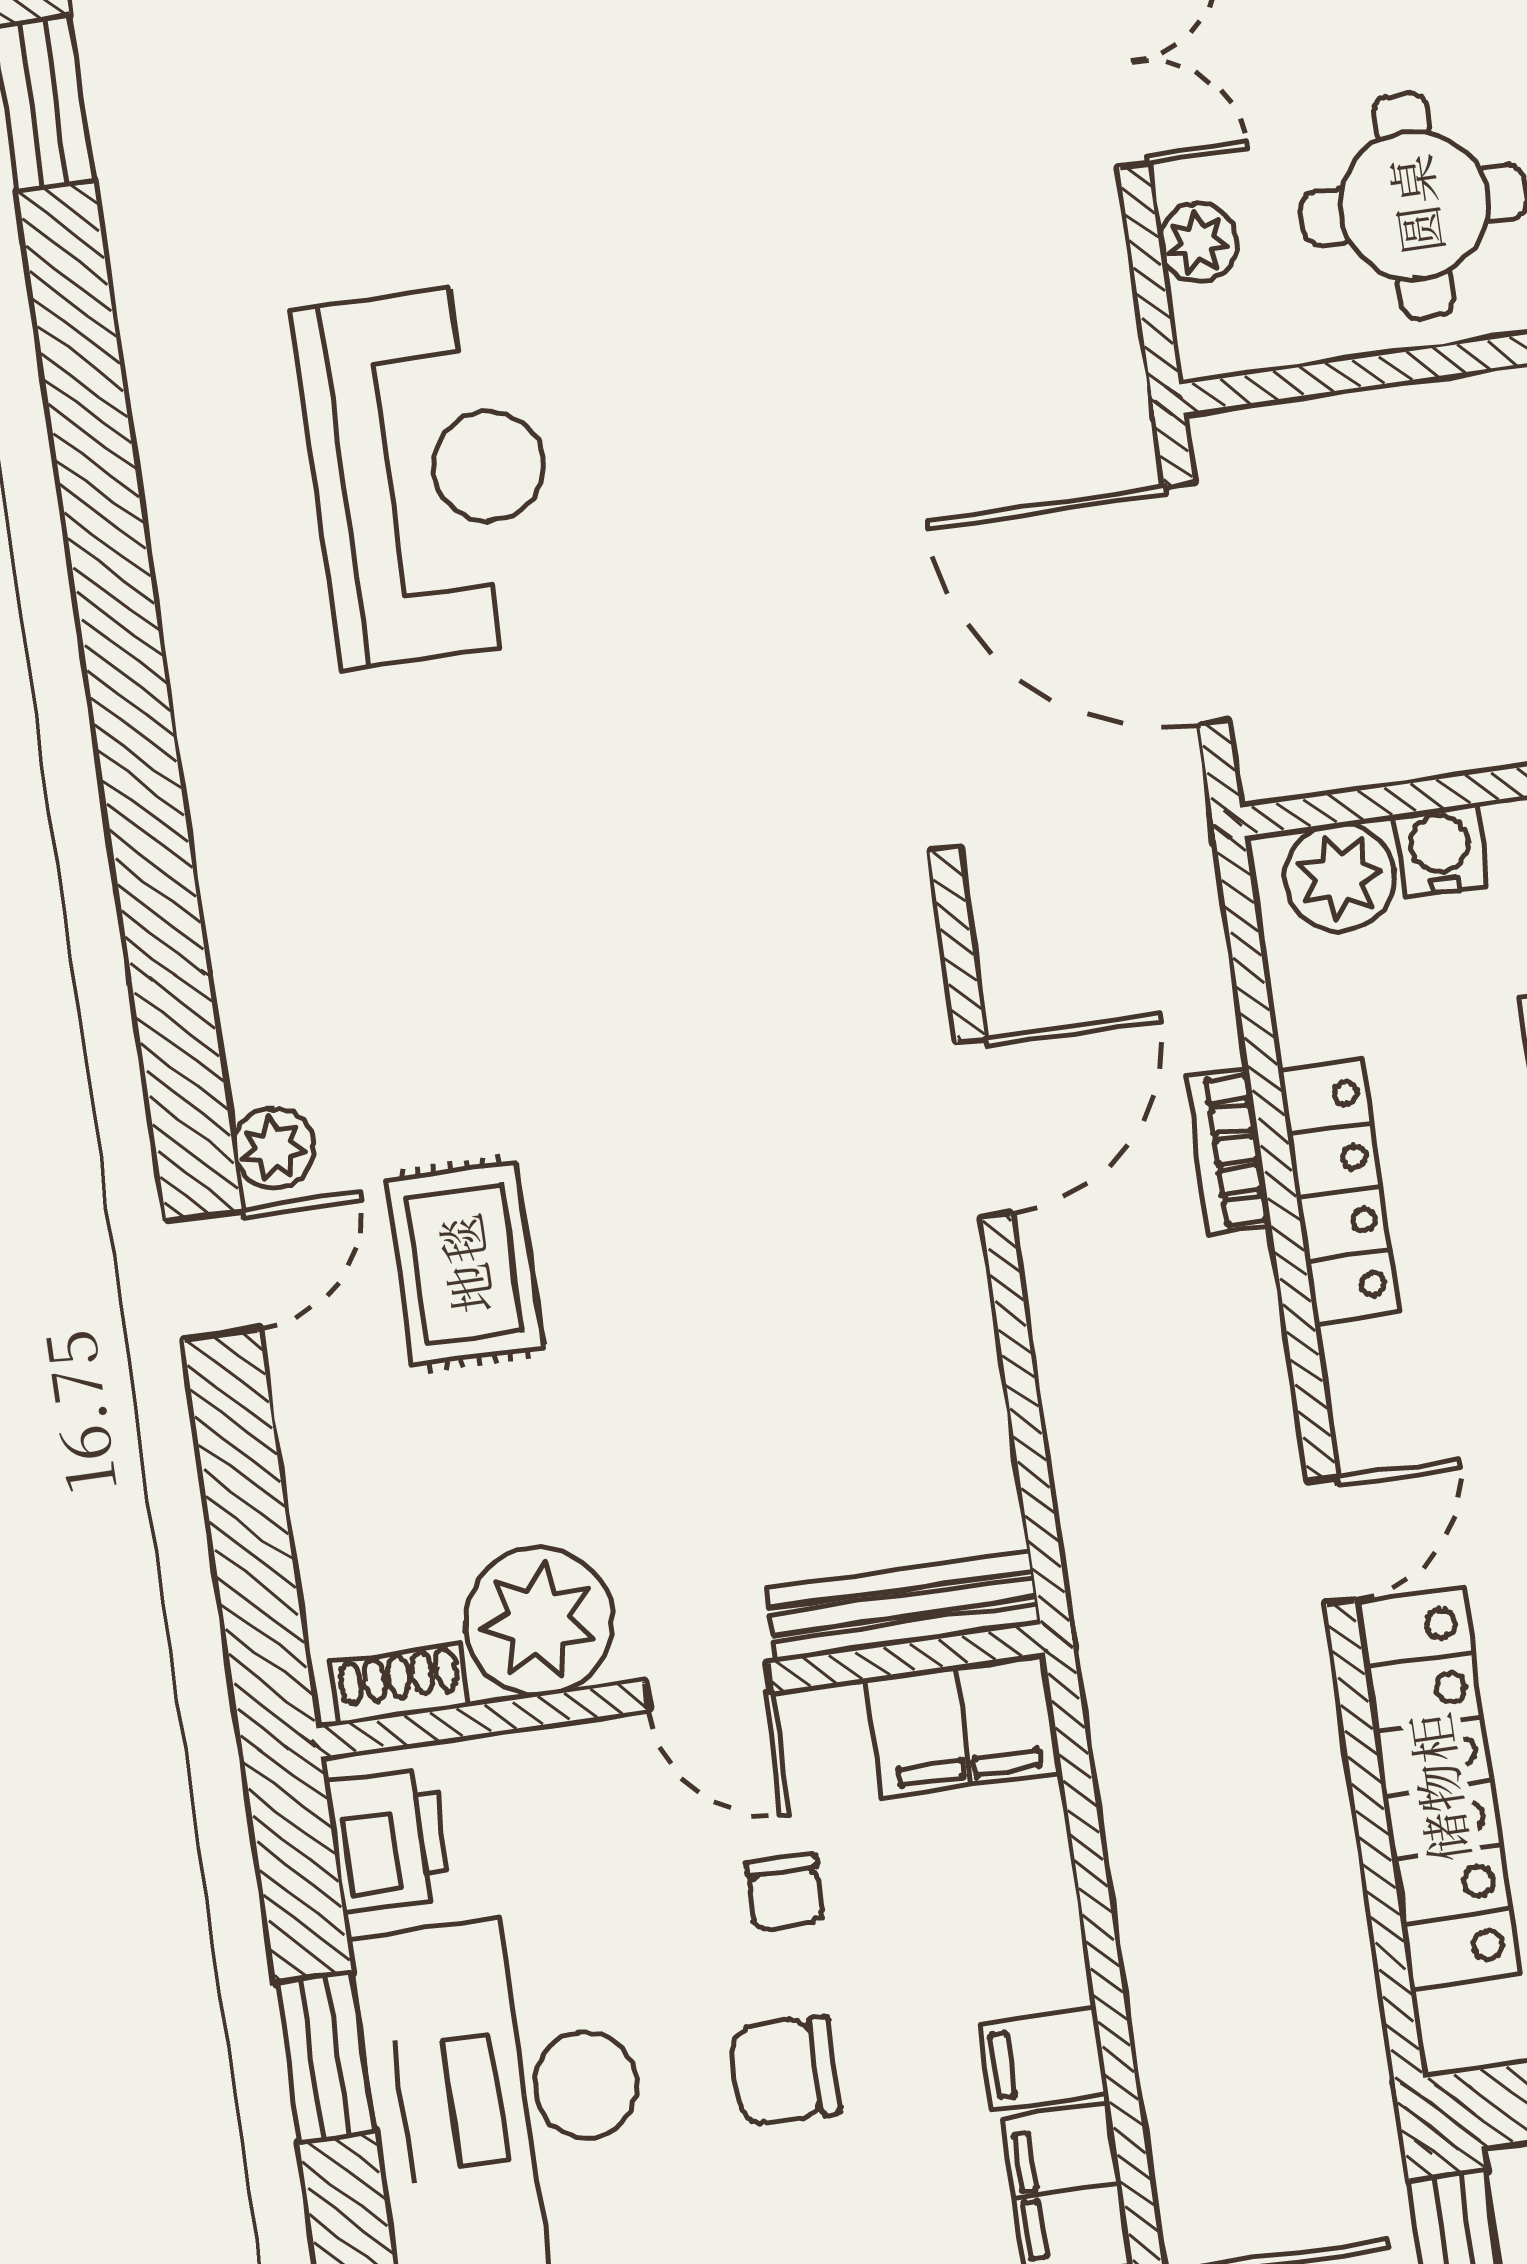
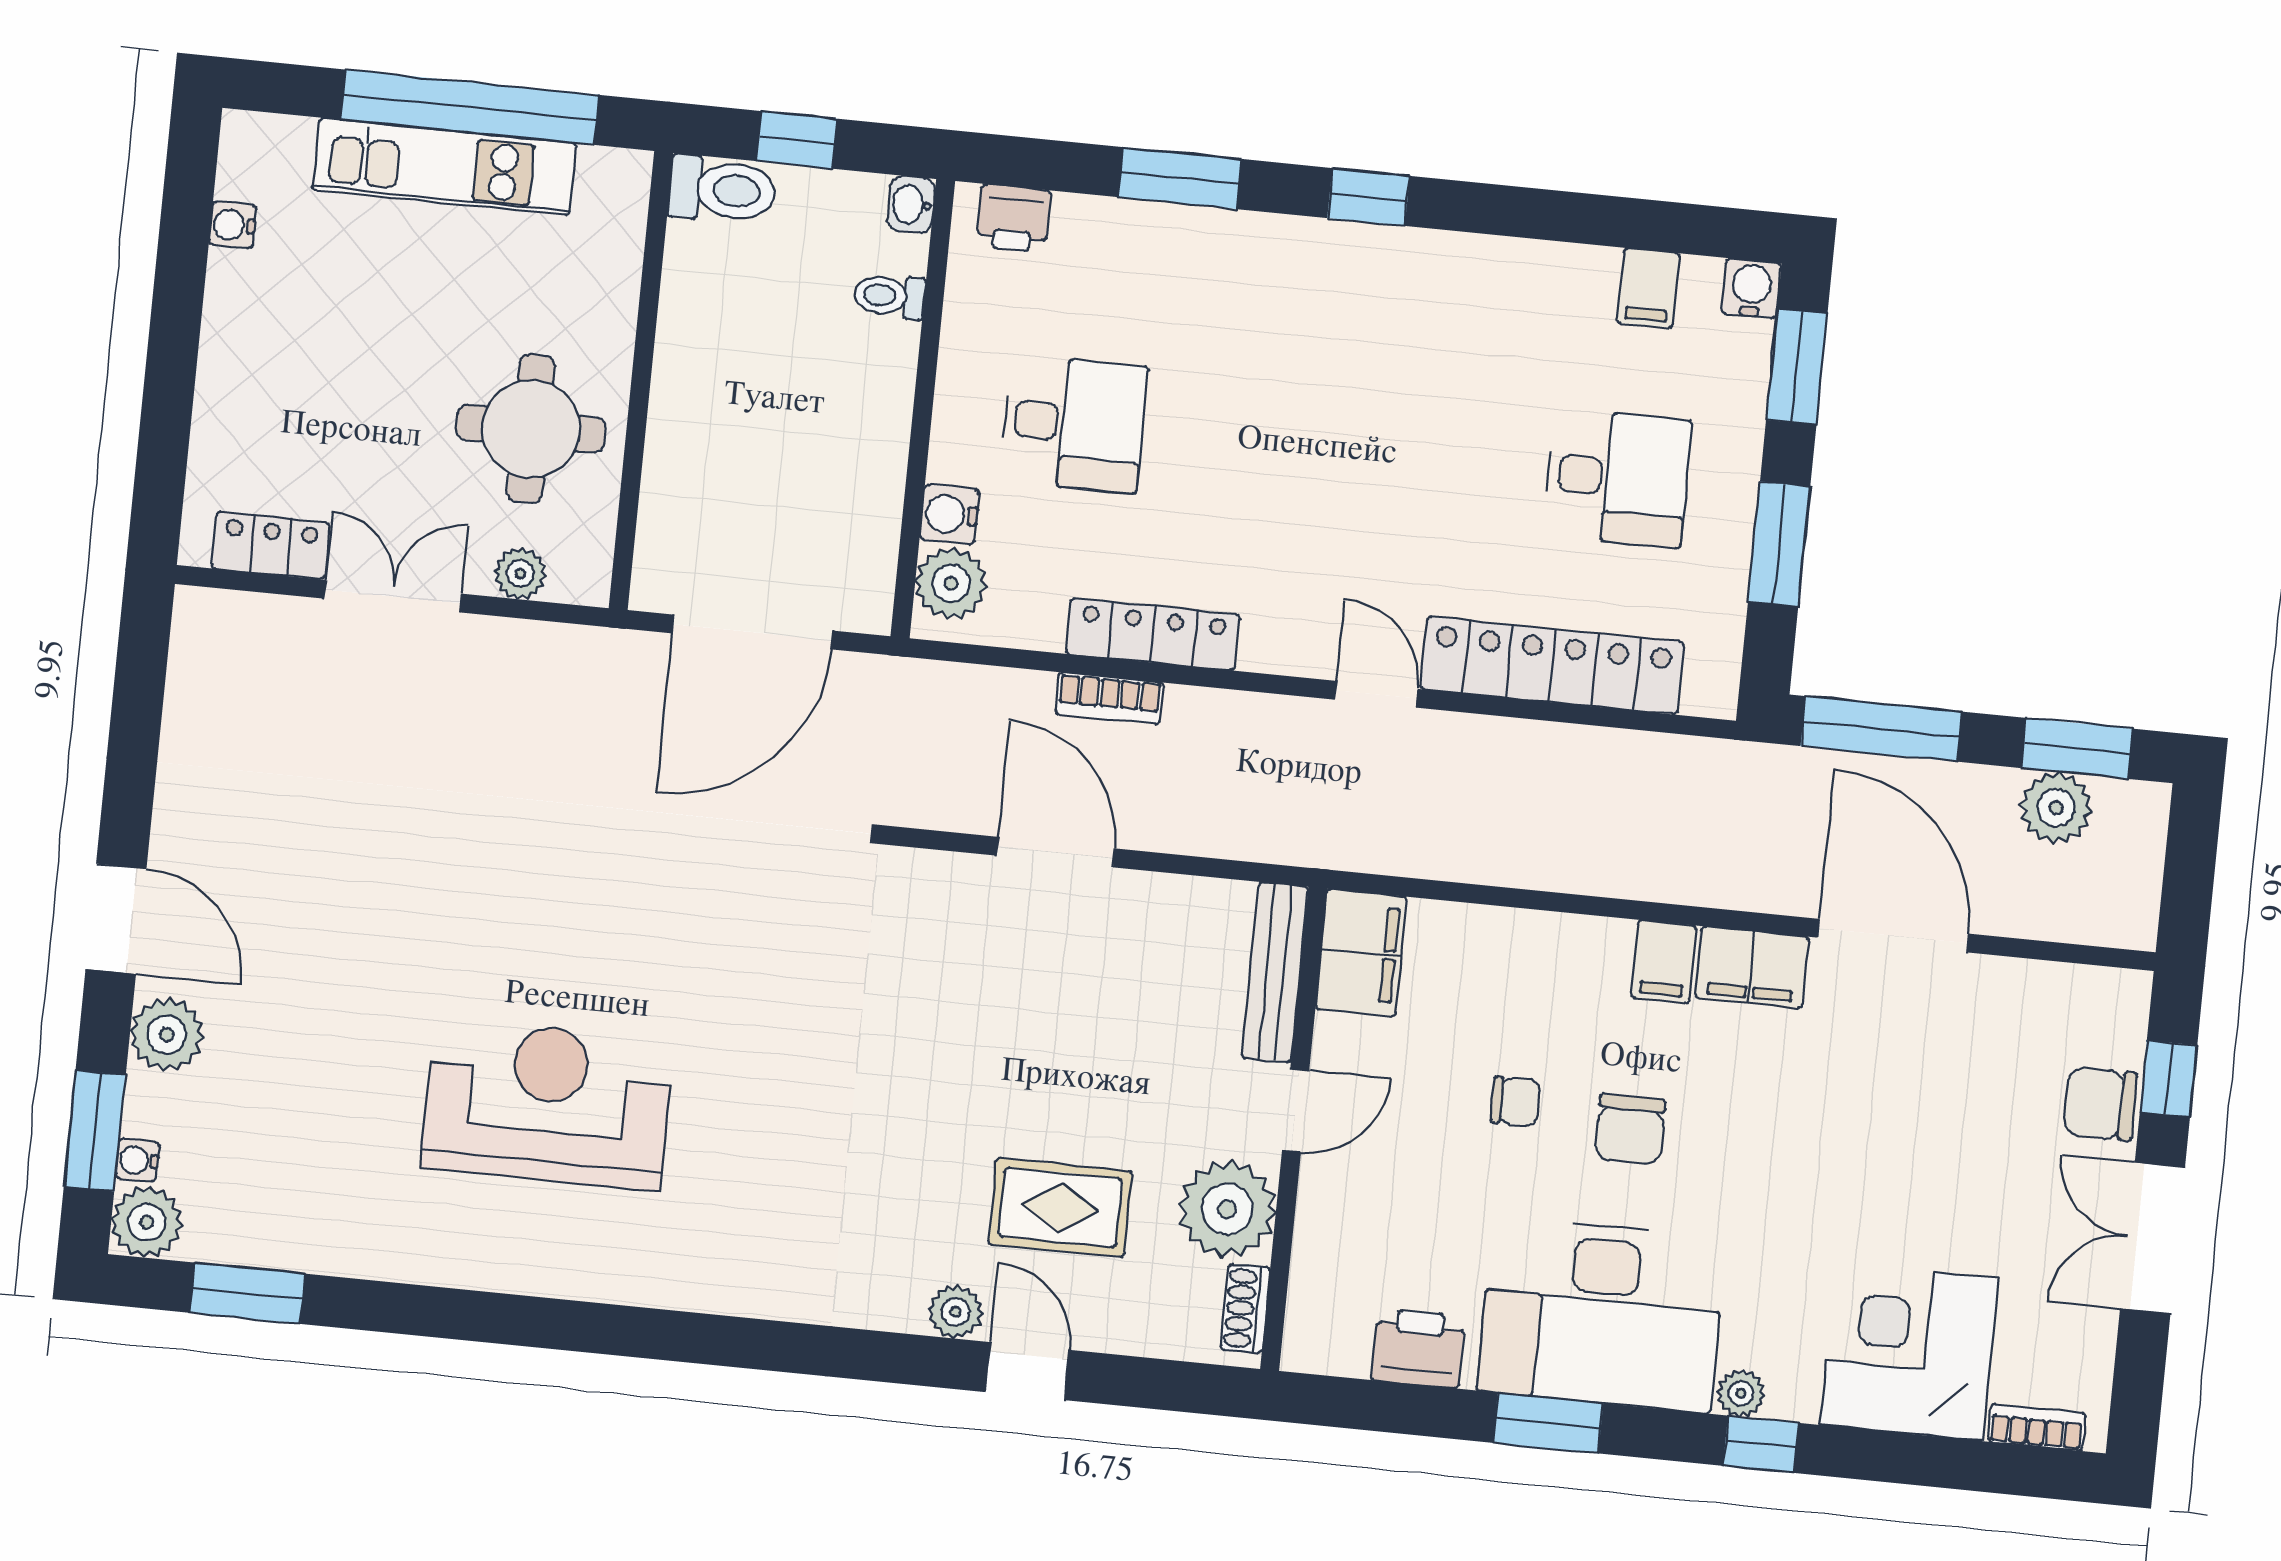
bench: (903, 1606) -> (1275, 972), moved
plant: (539, 1622) -> (1227, 1209), moved
shoe rack: (400, 1684) -> (1245, 1309), moved
door: (708, 1686) -> (1296, 1110), moved
wall: (681, 1690) -> (1294, 1129), moved
filing cabinet: (963, 1726) -> (1361, 953), moved

